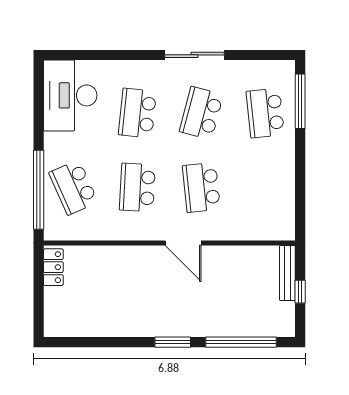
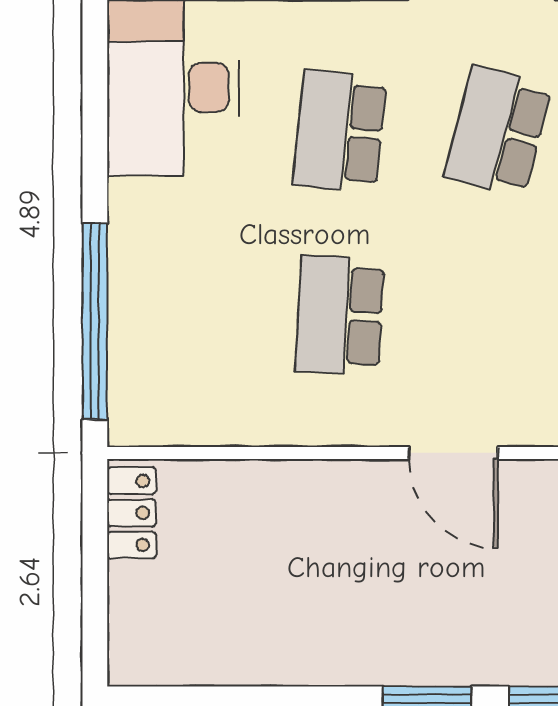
school desk: (73, 187) -> (181, 315), removed
school desk: (201, 187) -> (498, 315), removed

